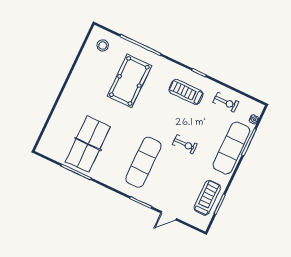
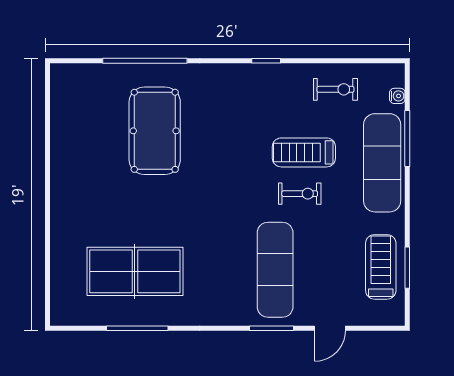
stool: (103, 45) -> (81, 92), removed
treadmill: (186, 92) -> (304, 152), moved
table tennis table: (88, 144) -> (135, 271), turned 90
exercise mat: (143, 162) -> (275, 270), moved

